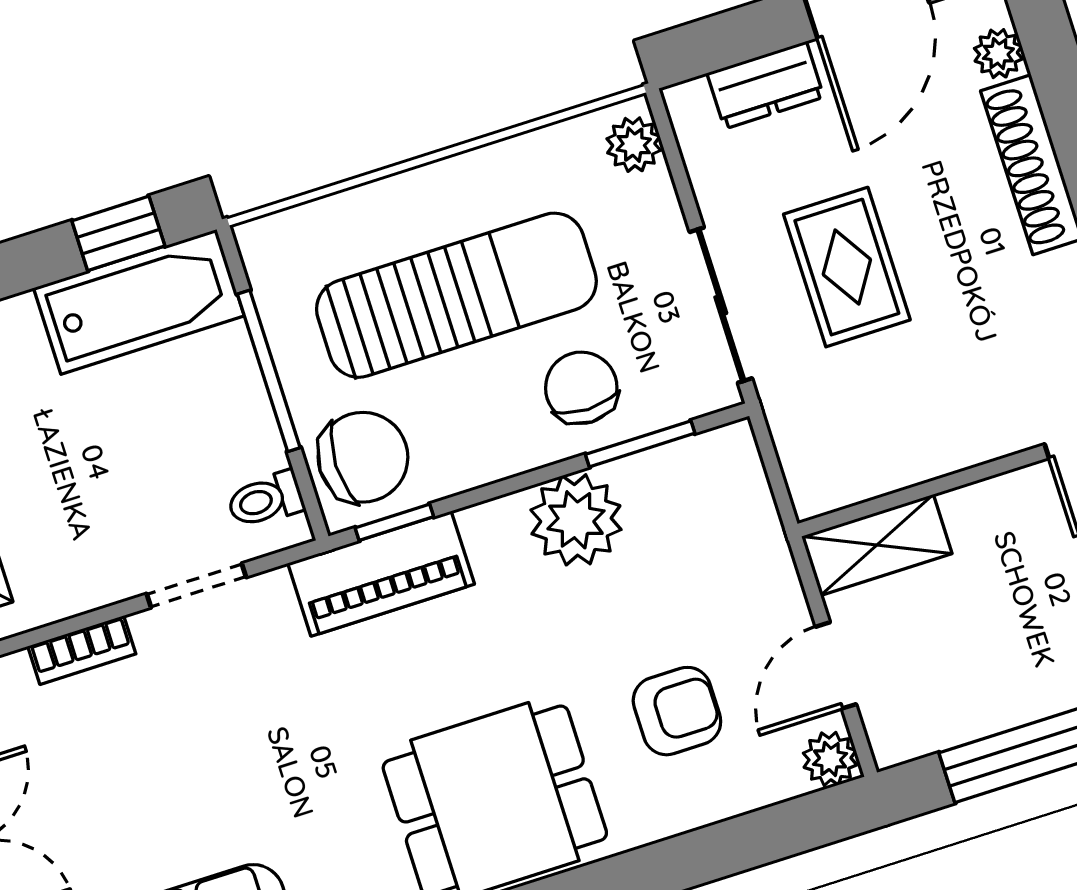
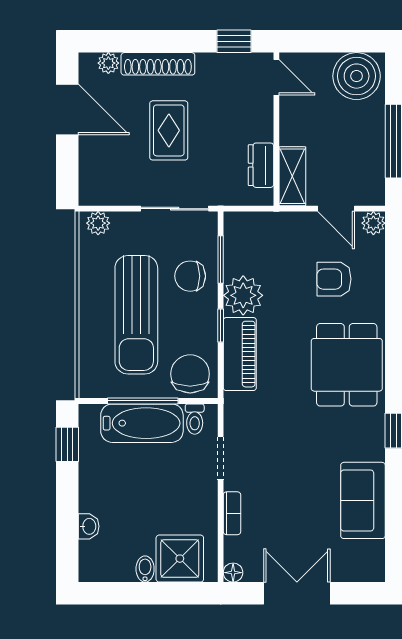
dresser: (765, 85) -> (261, 165), moved, turned 180
rug: (847, 267) -> (169, 130), moved, turned 90
sun lounger: (456, 295) -> (136, 315), turned 180
bathtub: (139, 302) -> (142, 423), moved, turned 90
window: (394, 522) -> (221, 325), moved
piano: (381, 574) -> (240, 354), moved
armchair: (677, 711) -> (334, 279), turned -90

